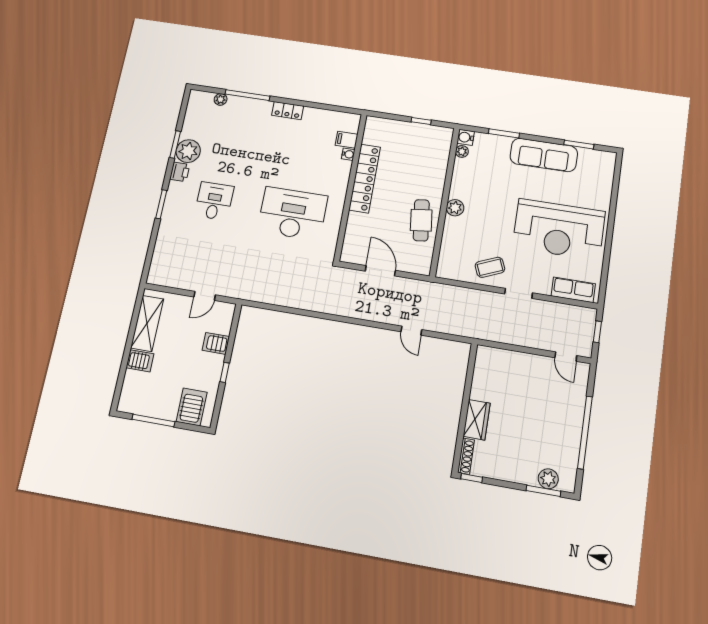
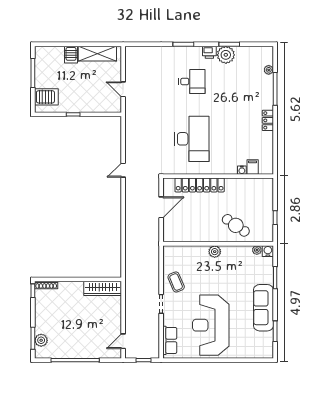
locker: (365, 178) -> (200, 185), moved
cafe table: (421, 220) -> (236, 225), moved, turned 42
door: (411, 331) -> (123, 170), moved
server rack: (216, 343) -> (92, 104), removed
wardrobe: (477, 420) -> (103, 288), moved, width x1.50

